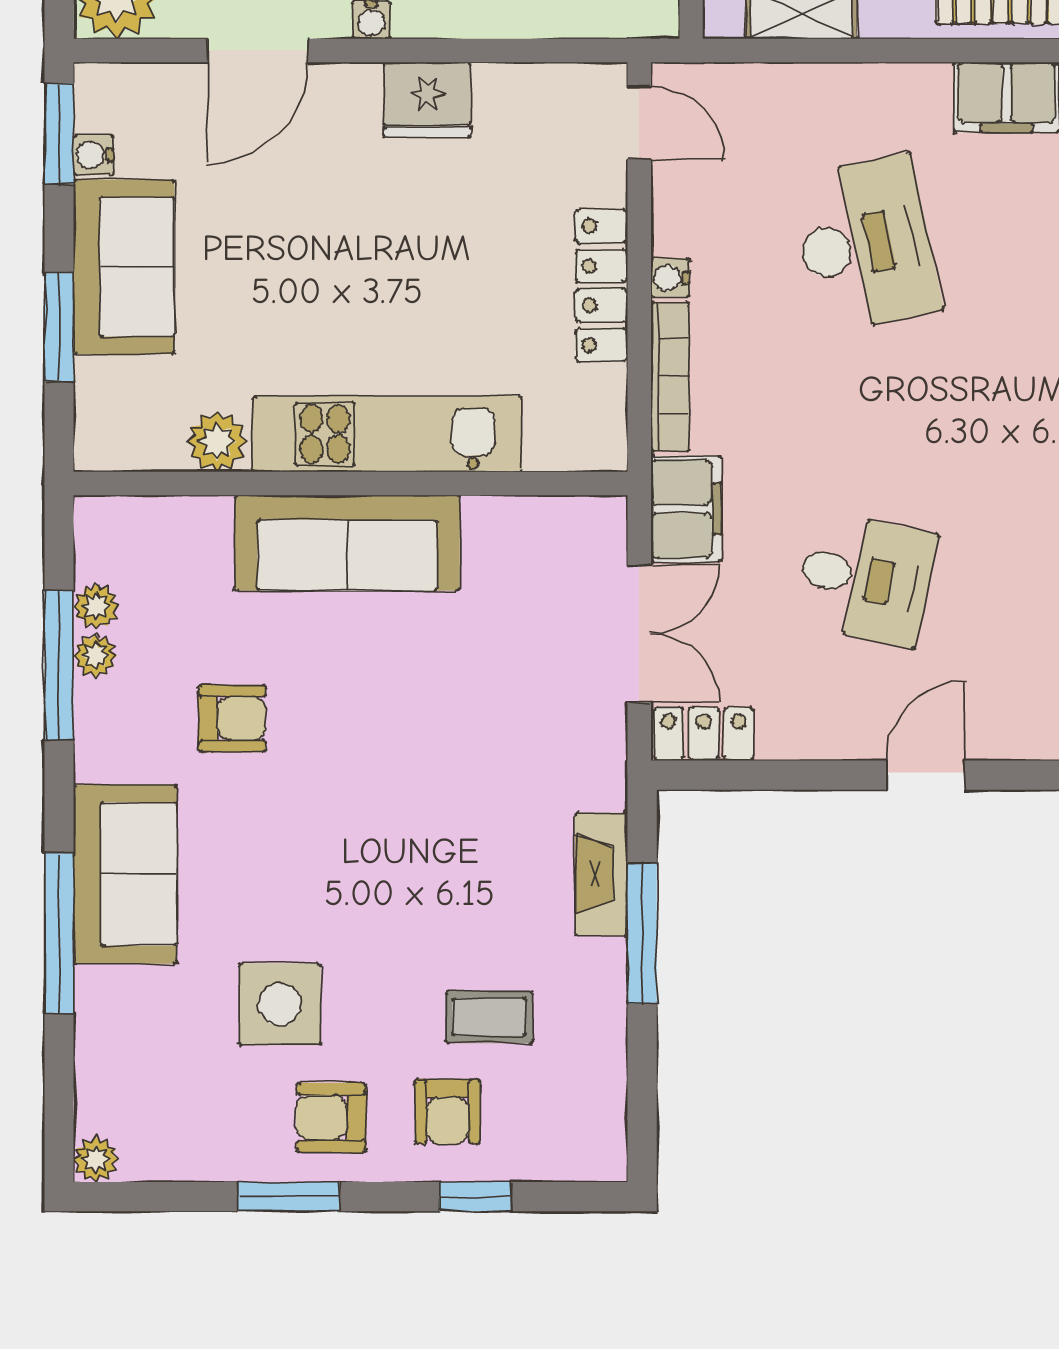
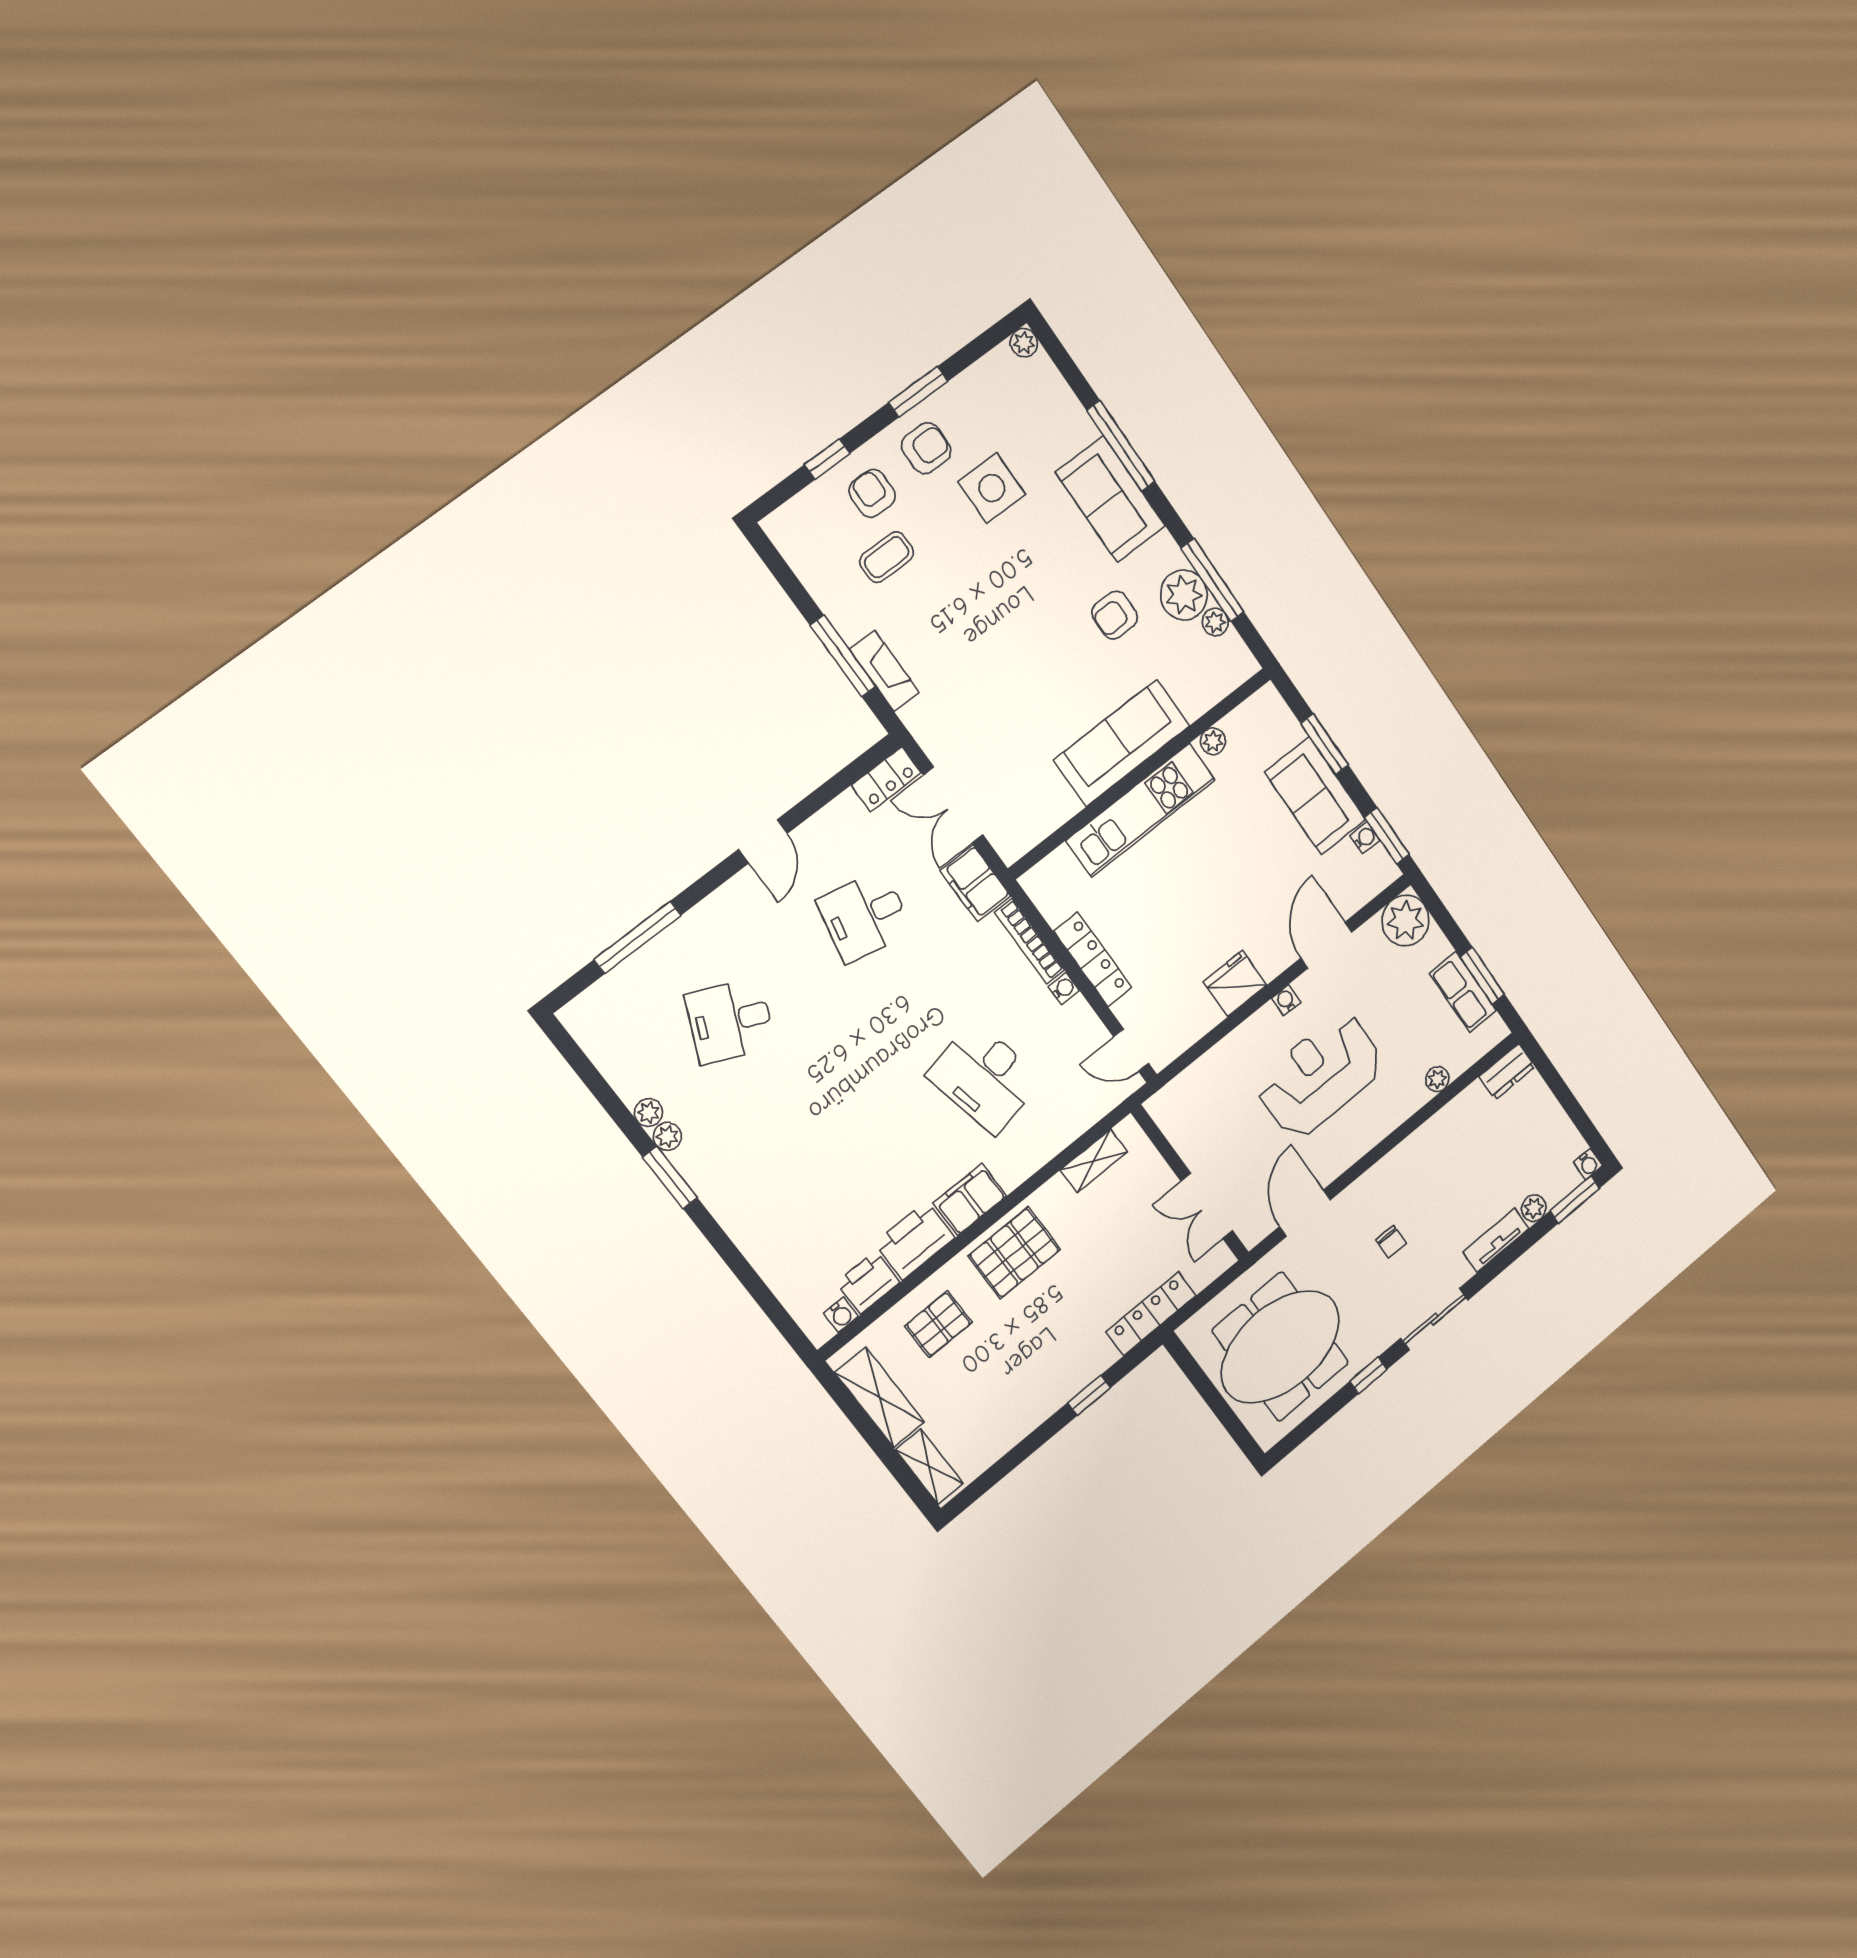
plant: (217, 442) -> (1213, 741), width x0.73, depth x0.73
plant: (95, 656) -> (1184, 595), width x1.87, depth x1.87

